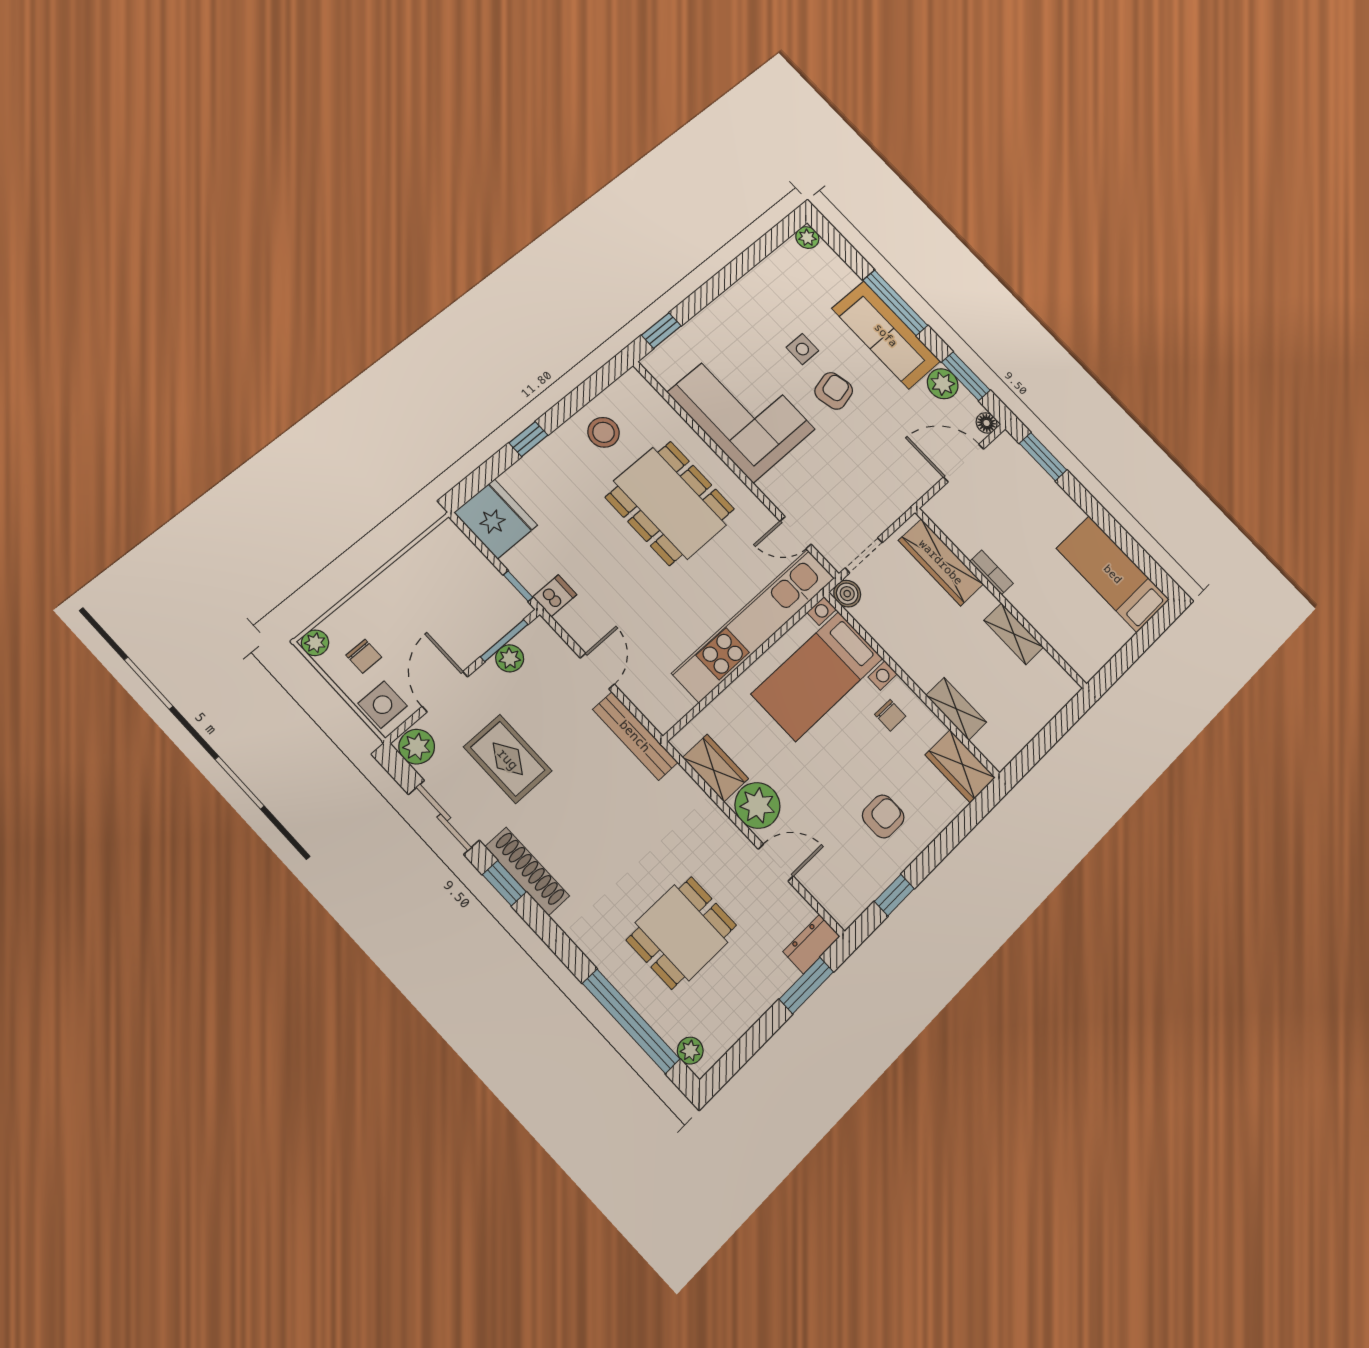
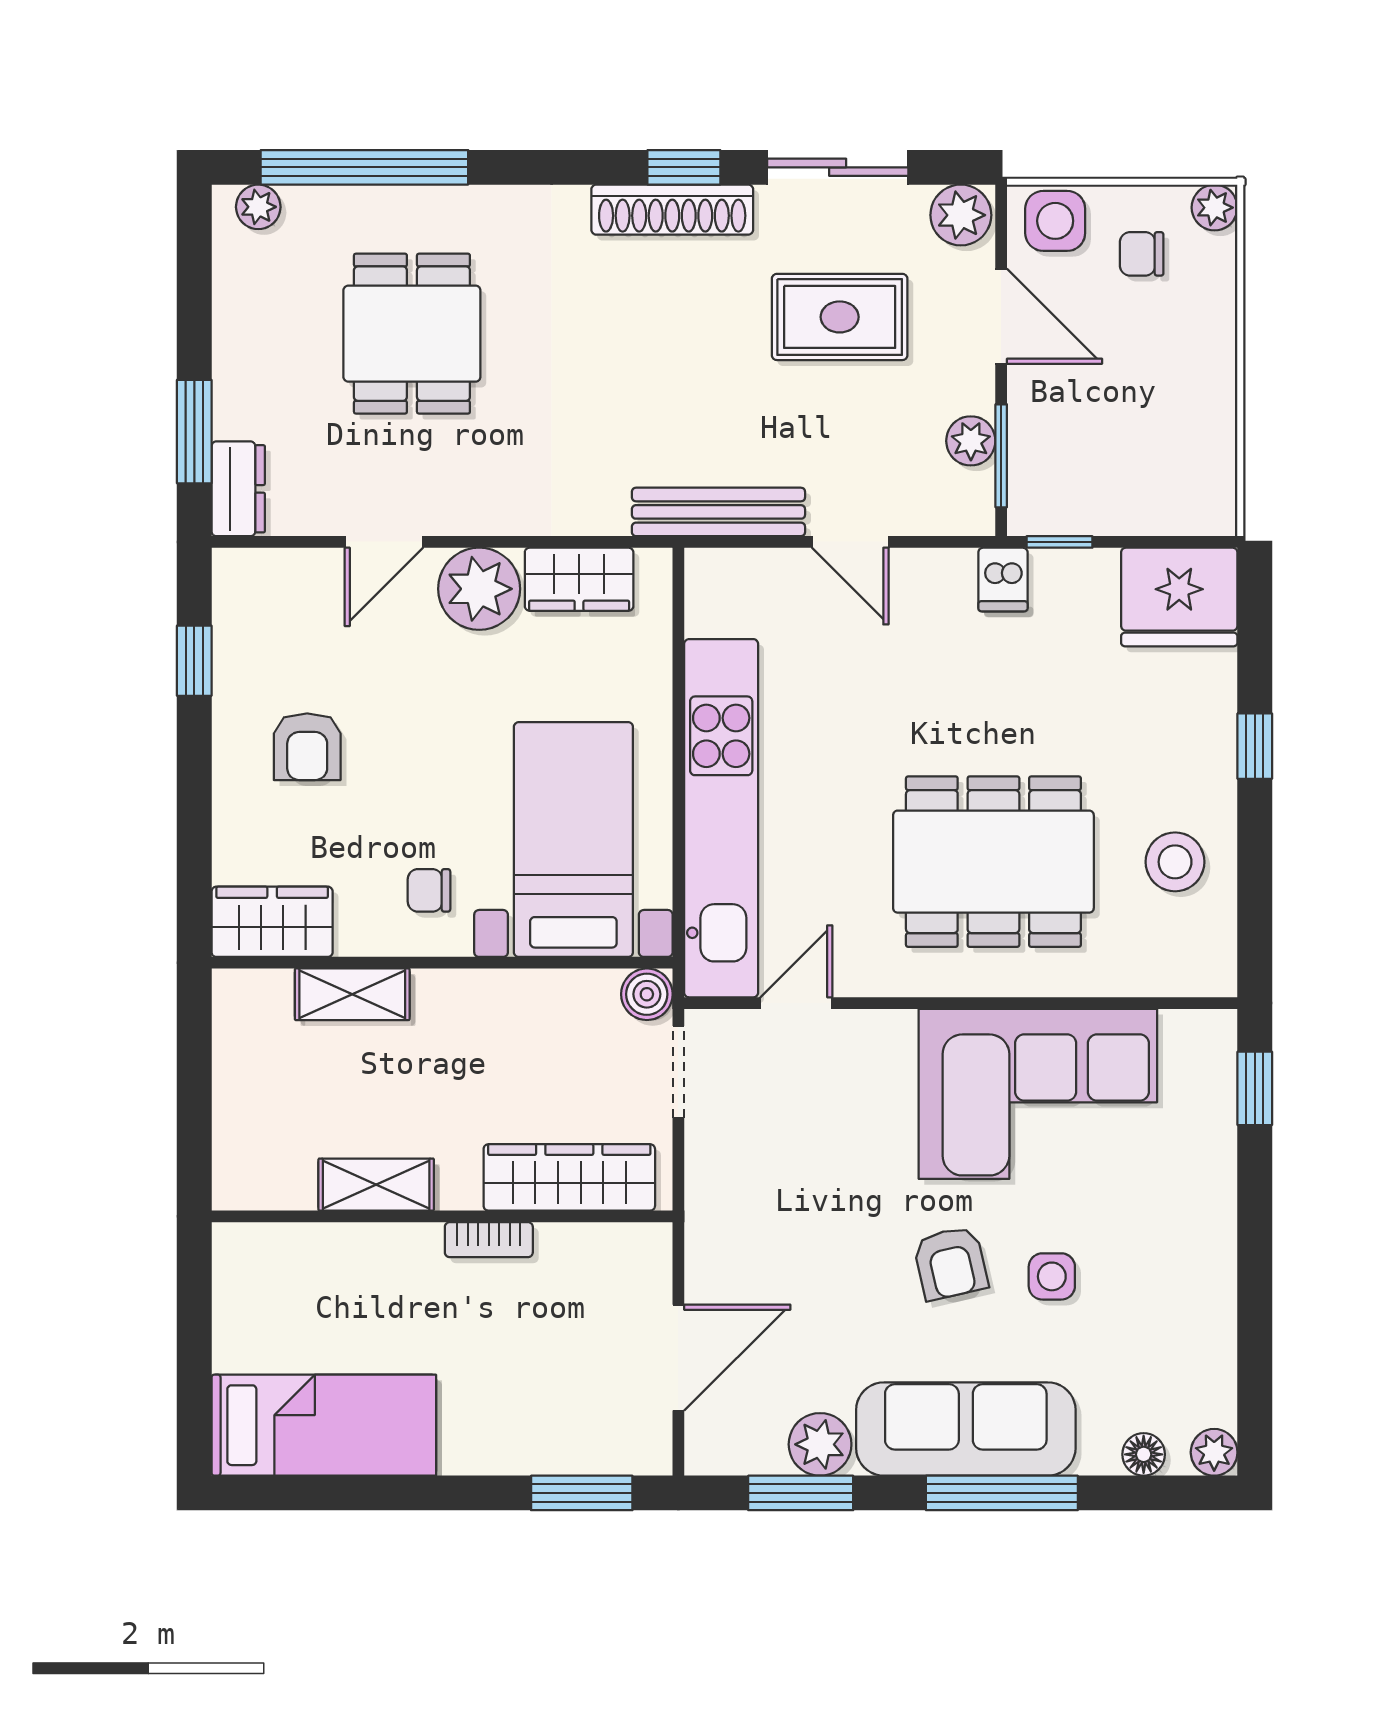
floor lamp: (987, 423) -> (1144, 1454), moved

